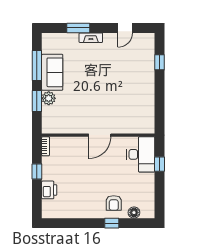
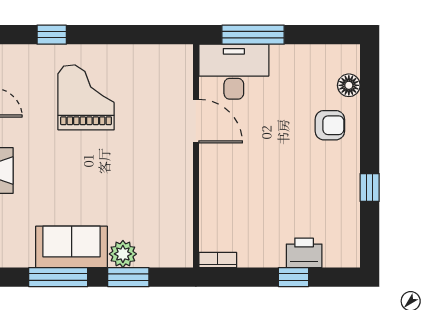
grand piano: (128, 80) -> (86, 97), added
door: (100, 135) -> (196, 121), moved
window: (160, 164) -> (253, 35), width x2.17
window: (37, 172) -> (293, 277), moved
window: (112, 223) -> (370, 187), moved

